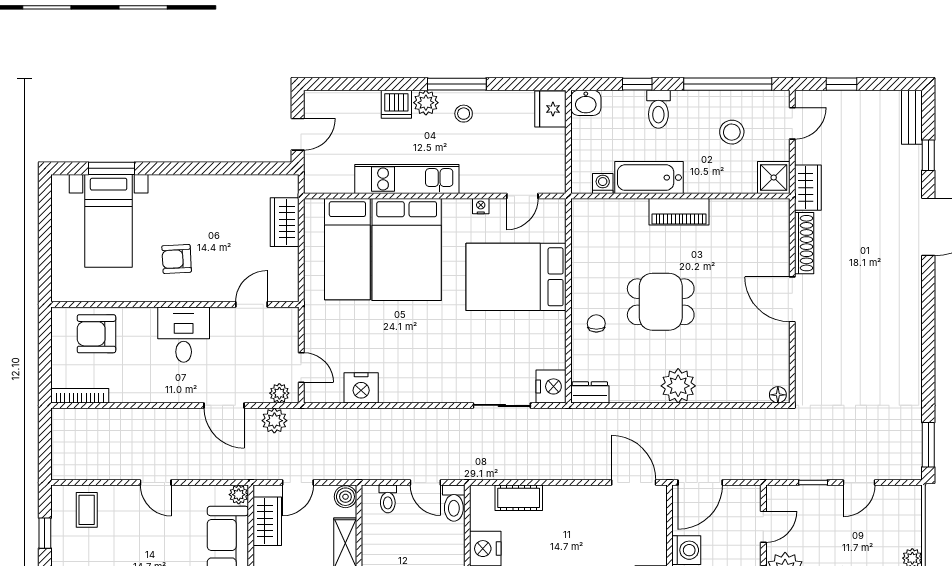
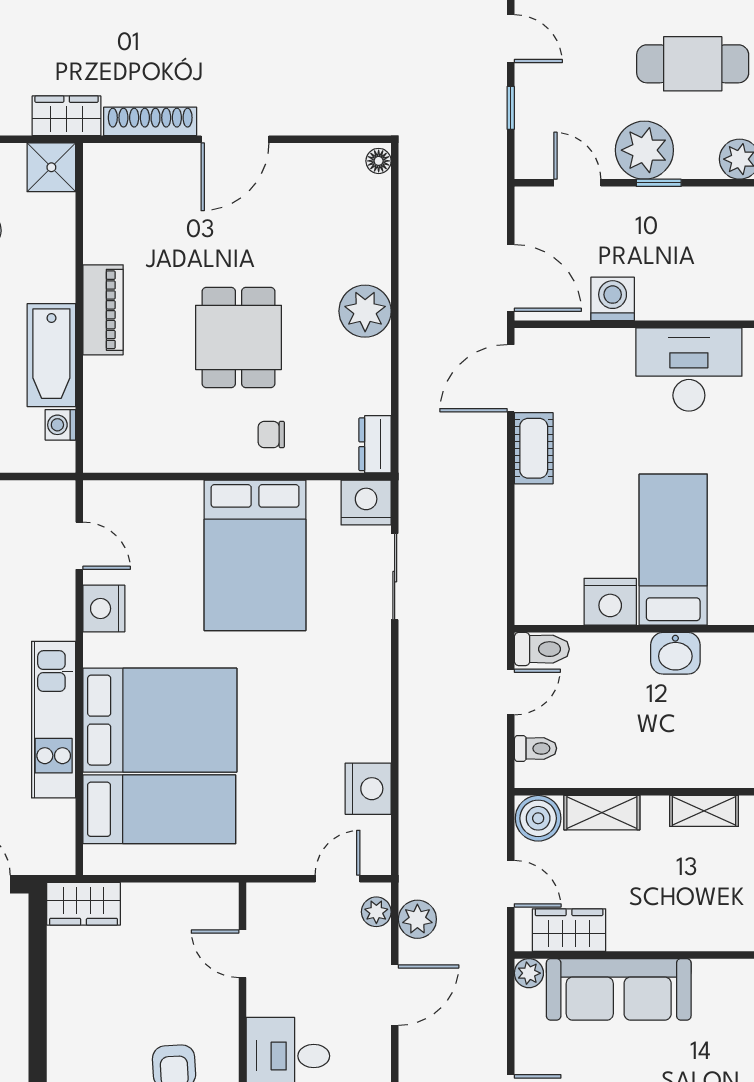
nightstand: (481, 206) -> (104, 609), width x1.89, depth x1.79
wardrobe: (285, 222) -> (84, 904), moved
bed: (516, 277) -> (255, 555), moved
boiler: (345, 497) -> (538, 818), width x1.36, depth x1.36
cot: (519, 498) -> (534, 448), moved

